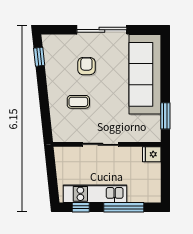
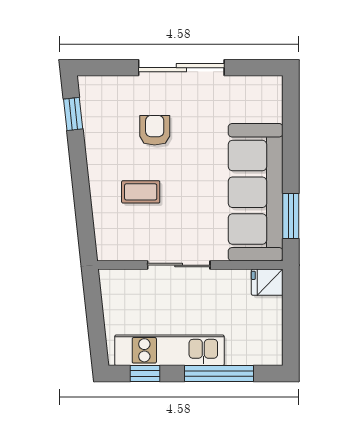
sofa: (145, 74) -> (256, 192), moved

